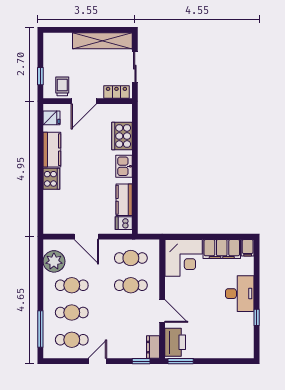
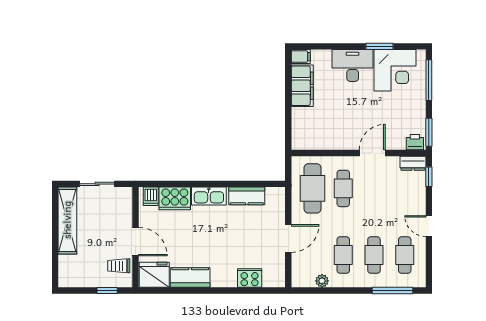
locker: (116, 92) -> (125, 205), removed
fridge: (52, 118) -> (154, 275), width x1.88, depth x1.34
kitchen sink: (124, 166) -> (209, 196), width x1.38
cooker: (51, 179) -> (250, 278), moved
dishwasher: (124, 223) -> (151, 196), moved
cafe table: (131, 258) -> (312, 188), width x1.37, depth x1.35
corner desk: (184, 258) -> (395, 70), moved, turned 90
plant: (54, 261) -> (322, 281), width x0.53, depth x0.53
window: (257, 317) -> (379, 46), width x1.50
printer: (175, 342) -> (415, 142), width x0.53, depth x0.68
window: (227, 361) -> (429, 80), added

